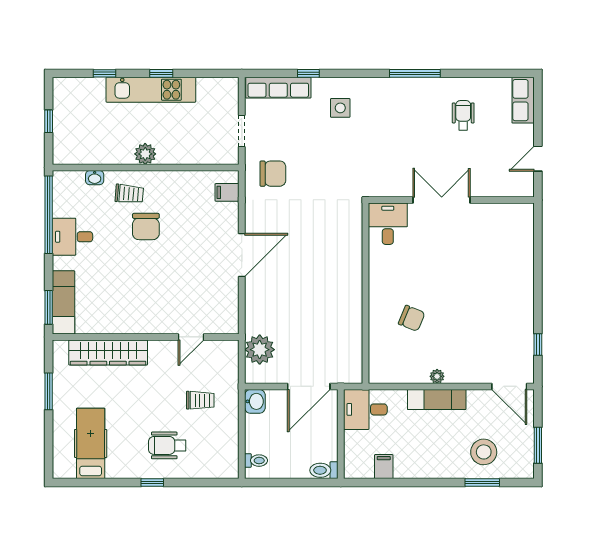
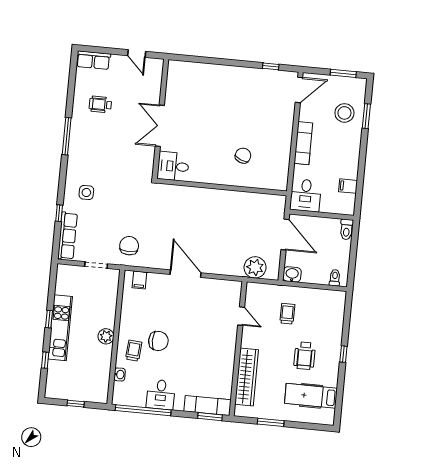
plant: (437, 376) -> (287, 141), removed
wheelchair: (167, 445) -> (305, 356), moved

